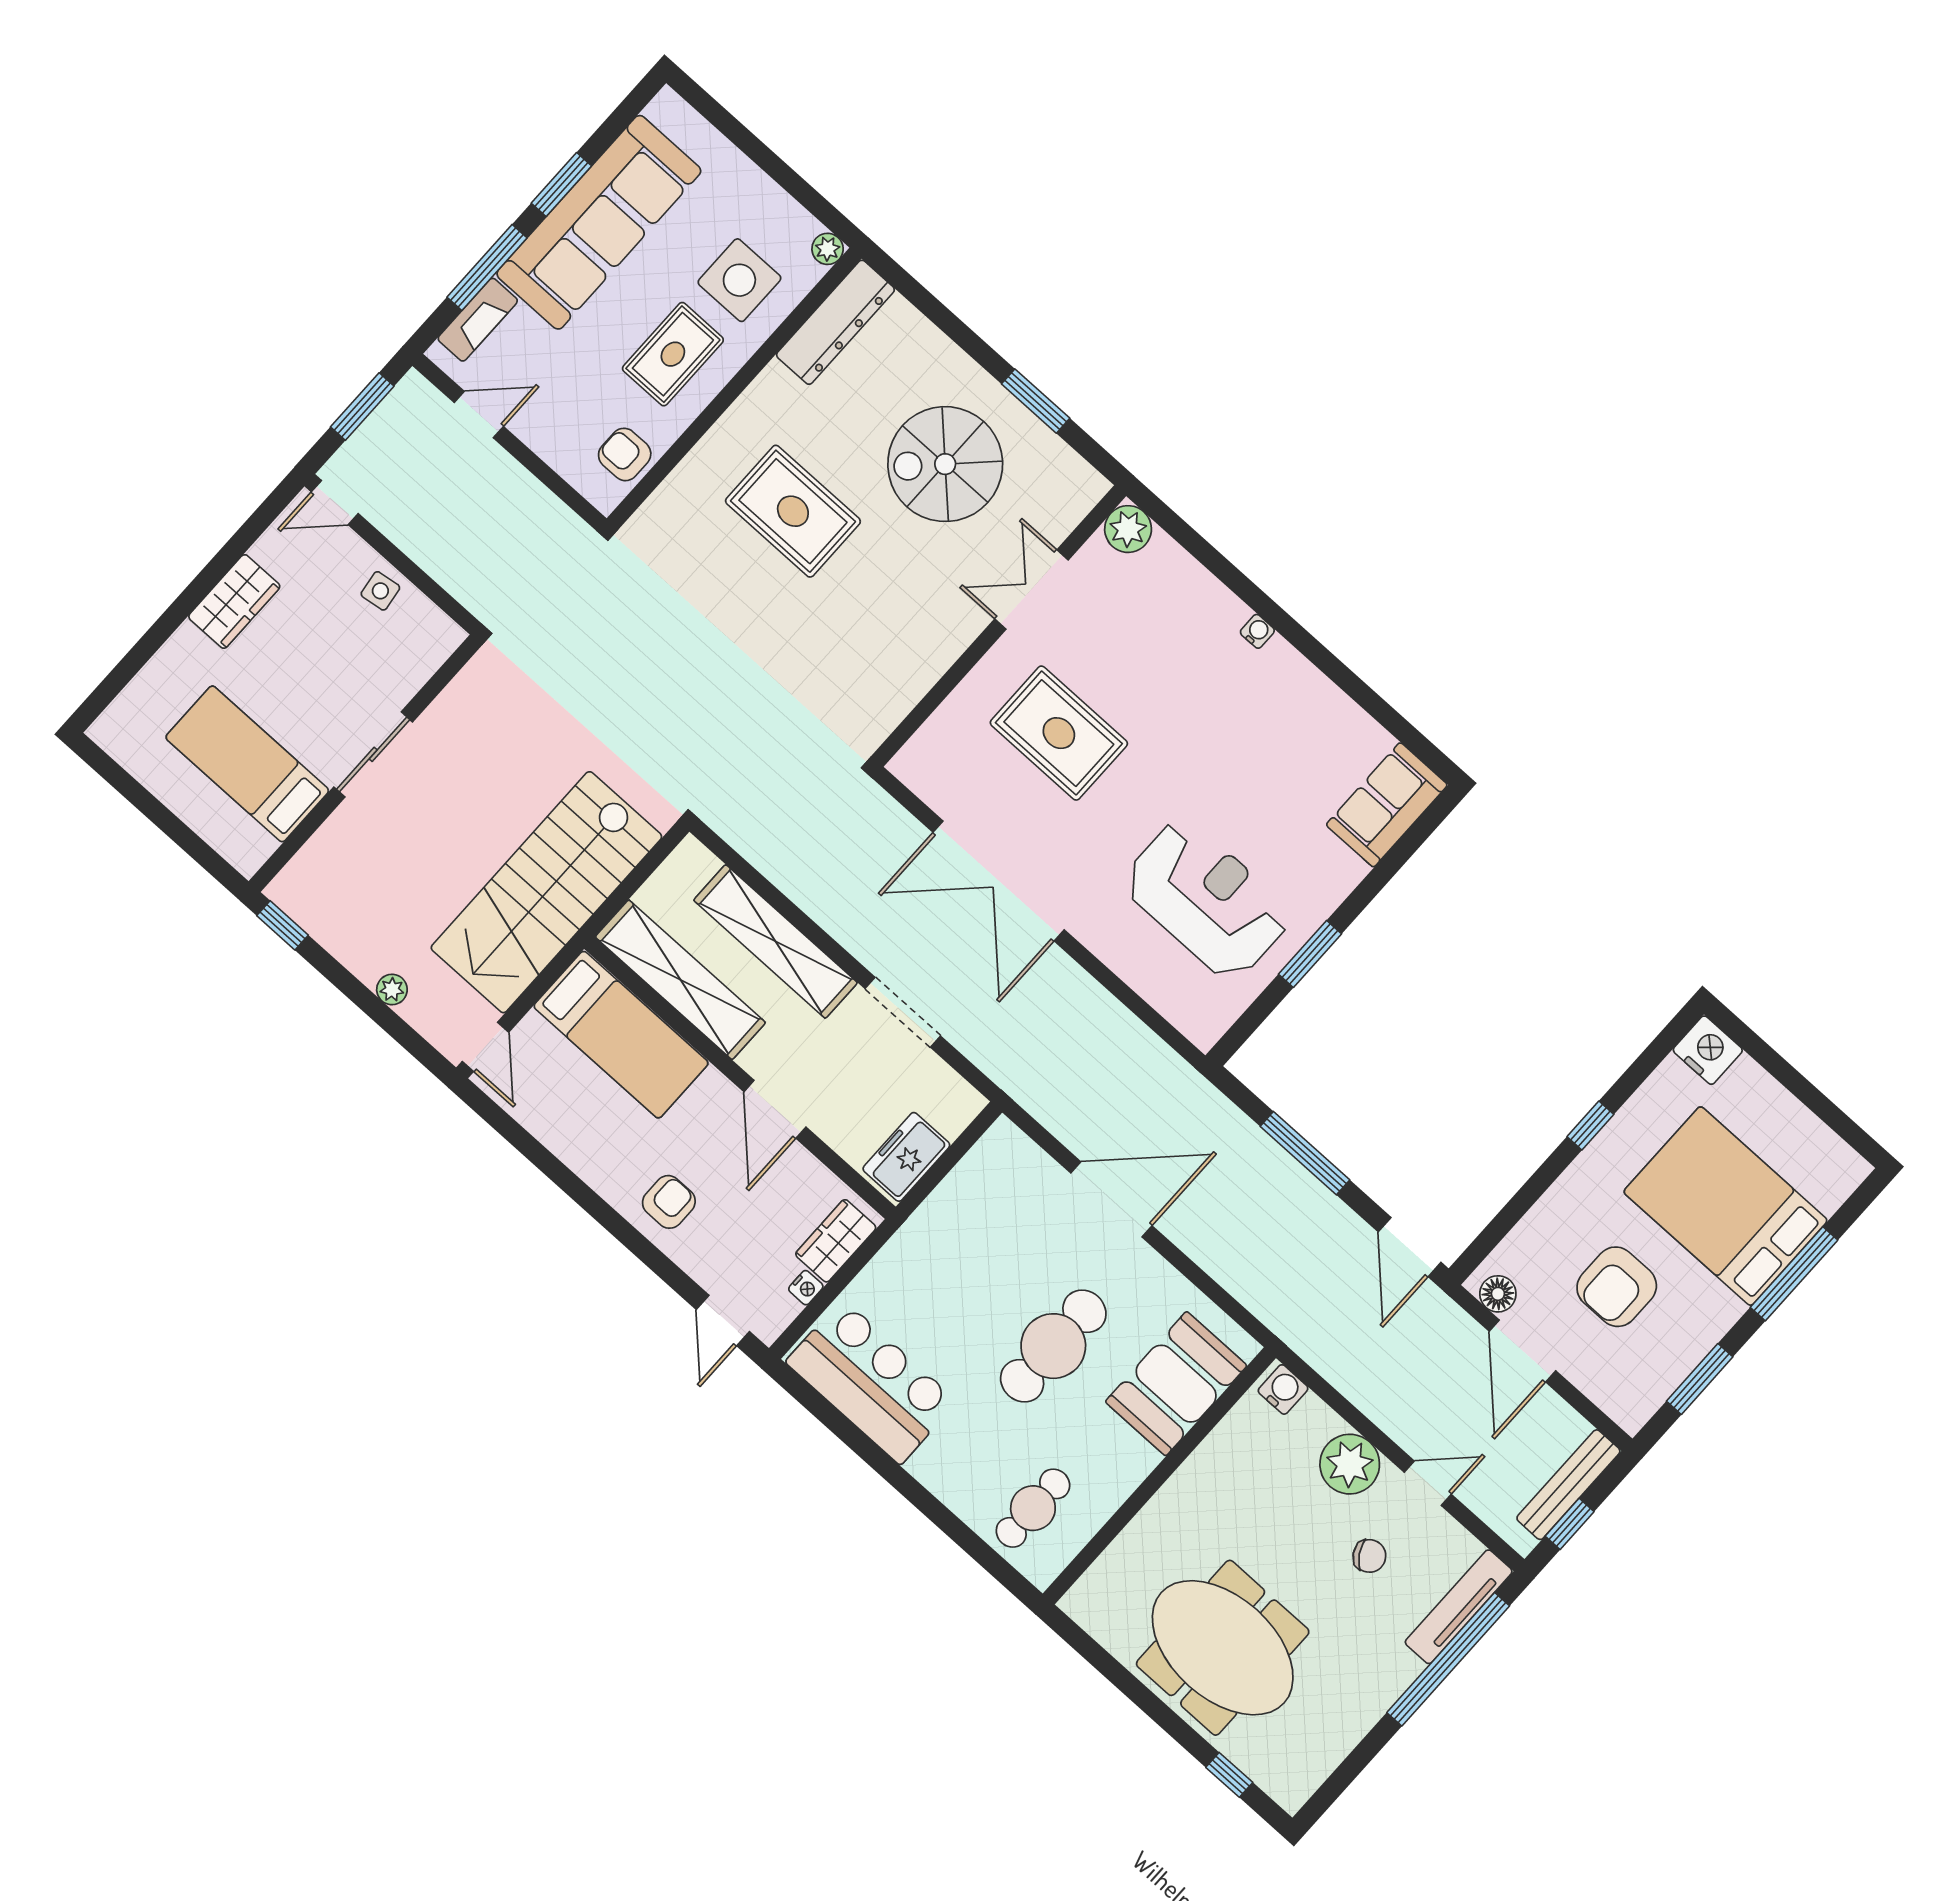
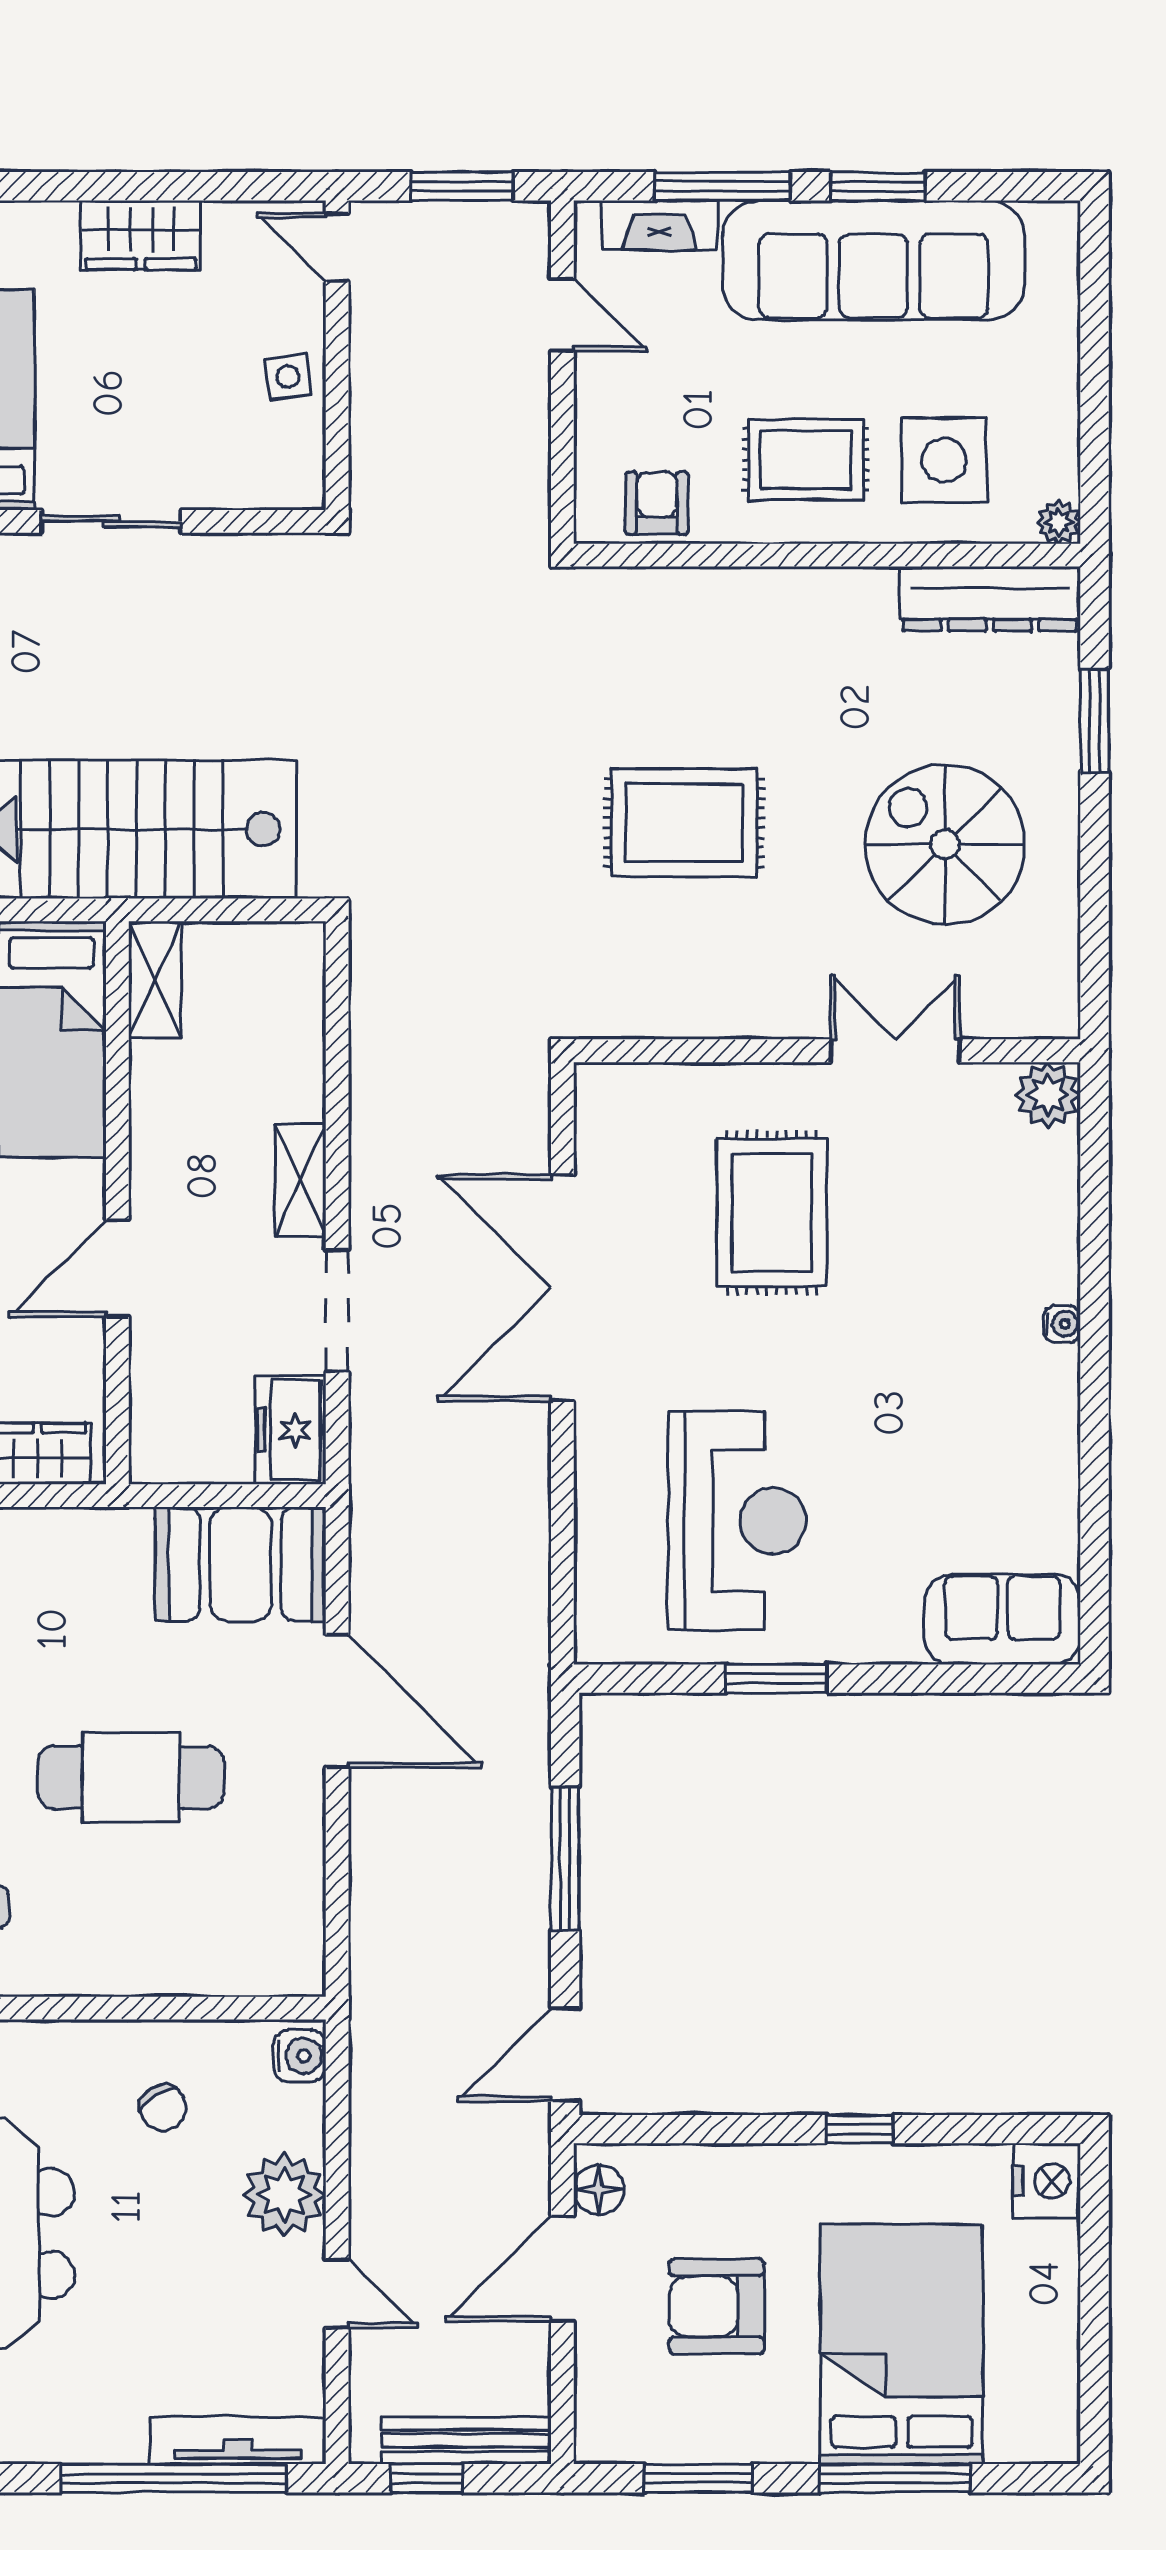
window: (1036, 401) -> (1094, 721), moved
rug: (793, 511) -> (684, 823), moved, turned 90
shelving: (776, 941) -> (300, 1180), width x0.45, depth x0.75
shelving: (680, 980) -> (155, 980), width x0.45, depth x0.75
freezer: (906, 1157) -> (290, 1430), moved, turned -90
booth: (1176, 1384) -> (241, 1564), moved
chair: (1369, 1556) -> (163, 2108), moved

